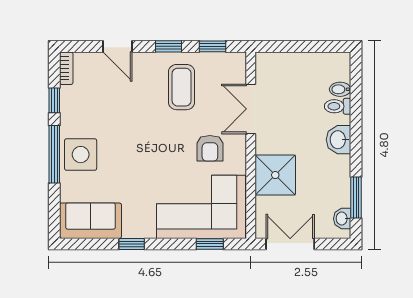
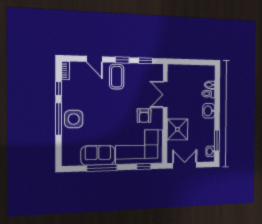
coffee table: (182, 87) -> (117, 77), moved
sofa: (91, 221) -> (98, 155), moved
window: (132, 244) -> (102, 168), width x2.17

